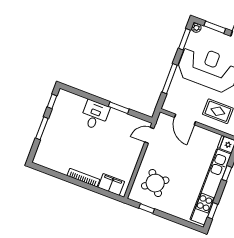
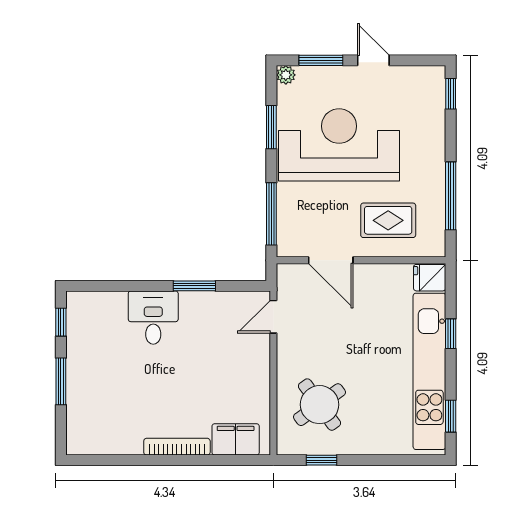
window: (184, 39) -> (271, 127), moved
window: (170, 79) -> (271, 214), moved

